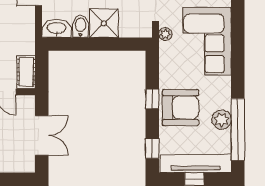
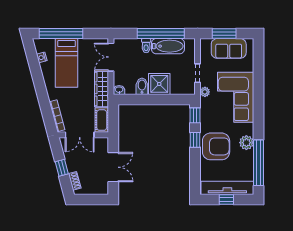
washbasin: (57, 28) -> (119, 90), width x0.52, depth x0.69
wardrobe: (26, 30) -> (102, 89), added
plant: (222, 120) -> (246, 143), moved
window: (152, 148) -> (195, 115), moved

